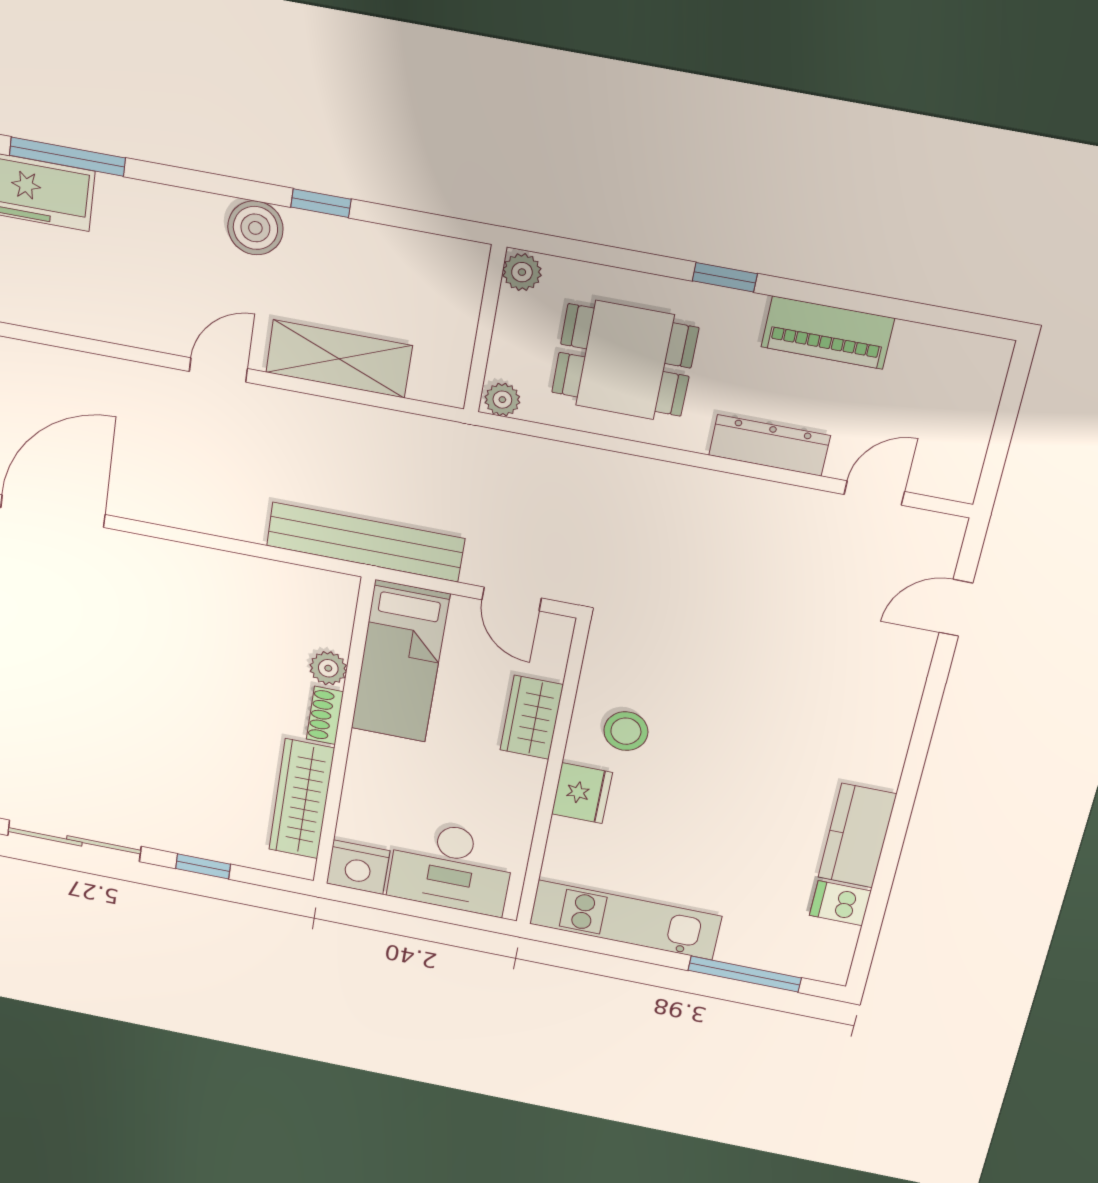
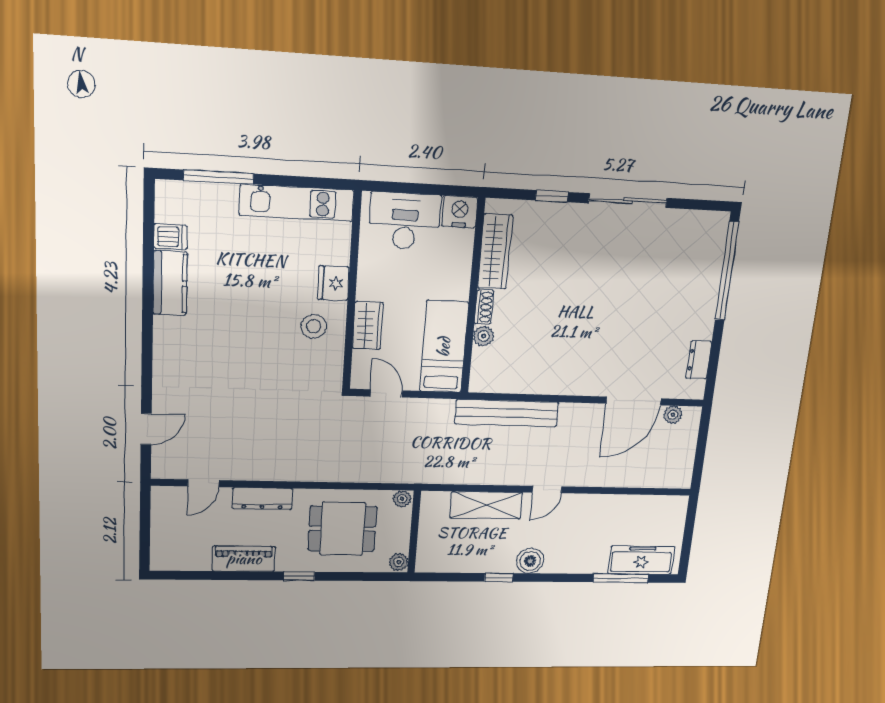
bench: (365, 542) -> (507, 413), moved

